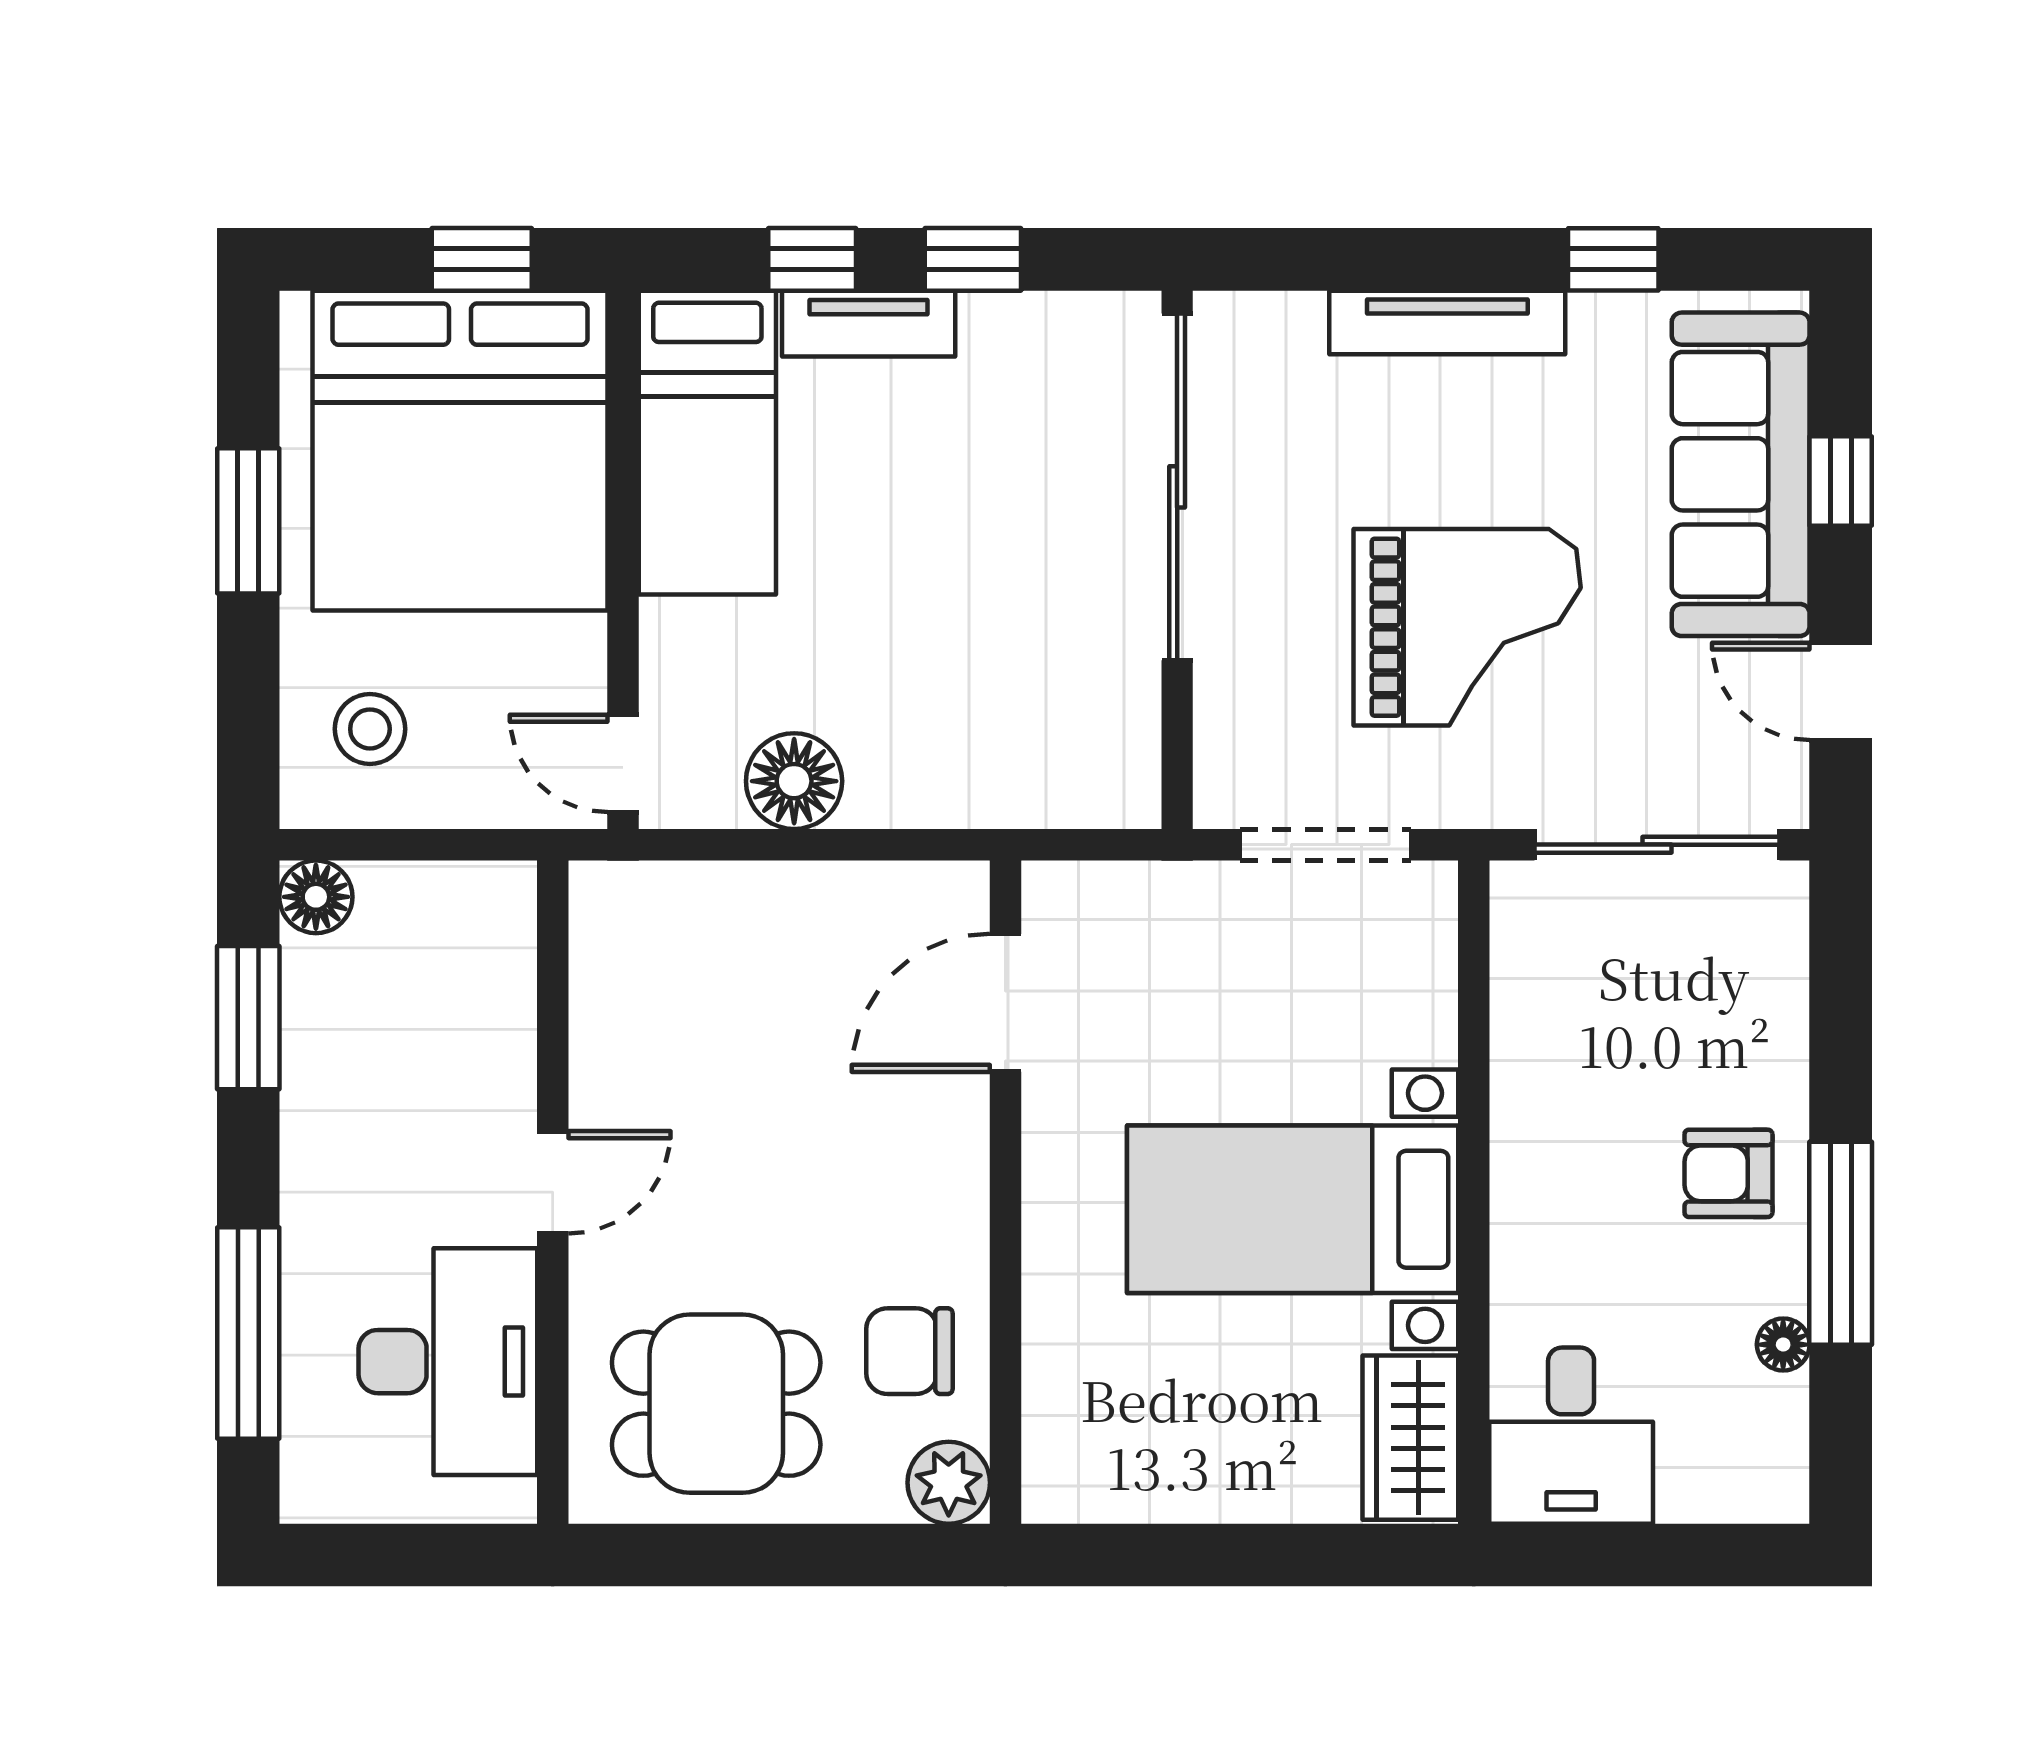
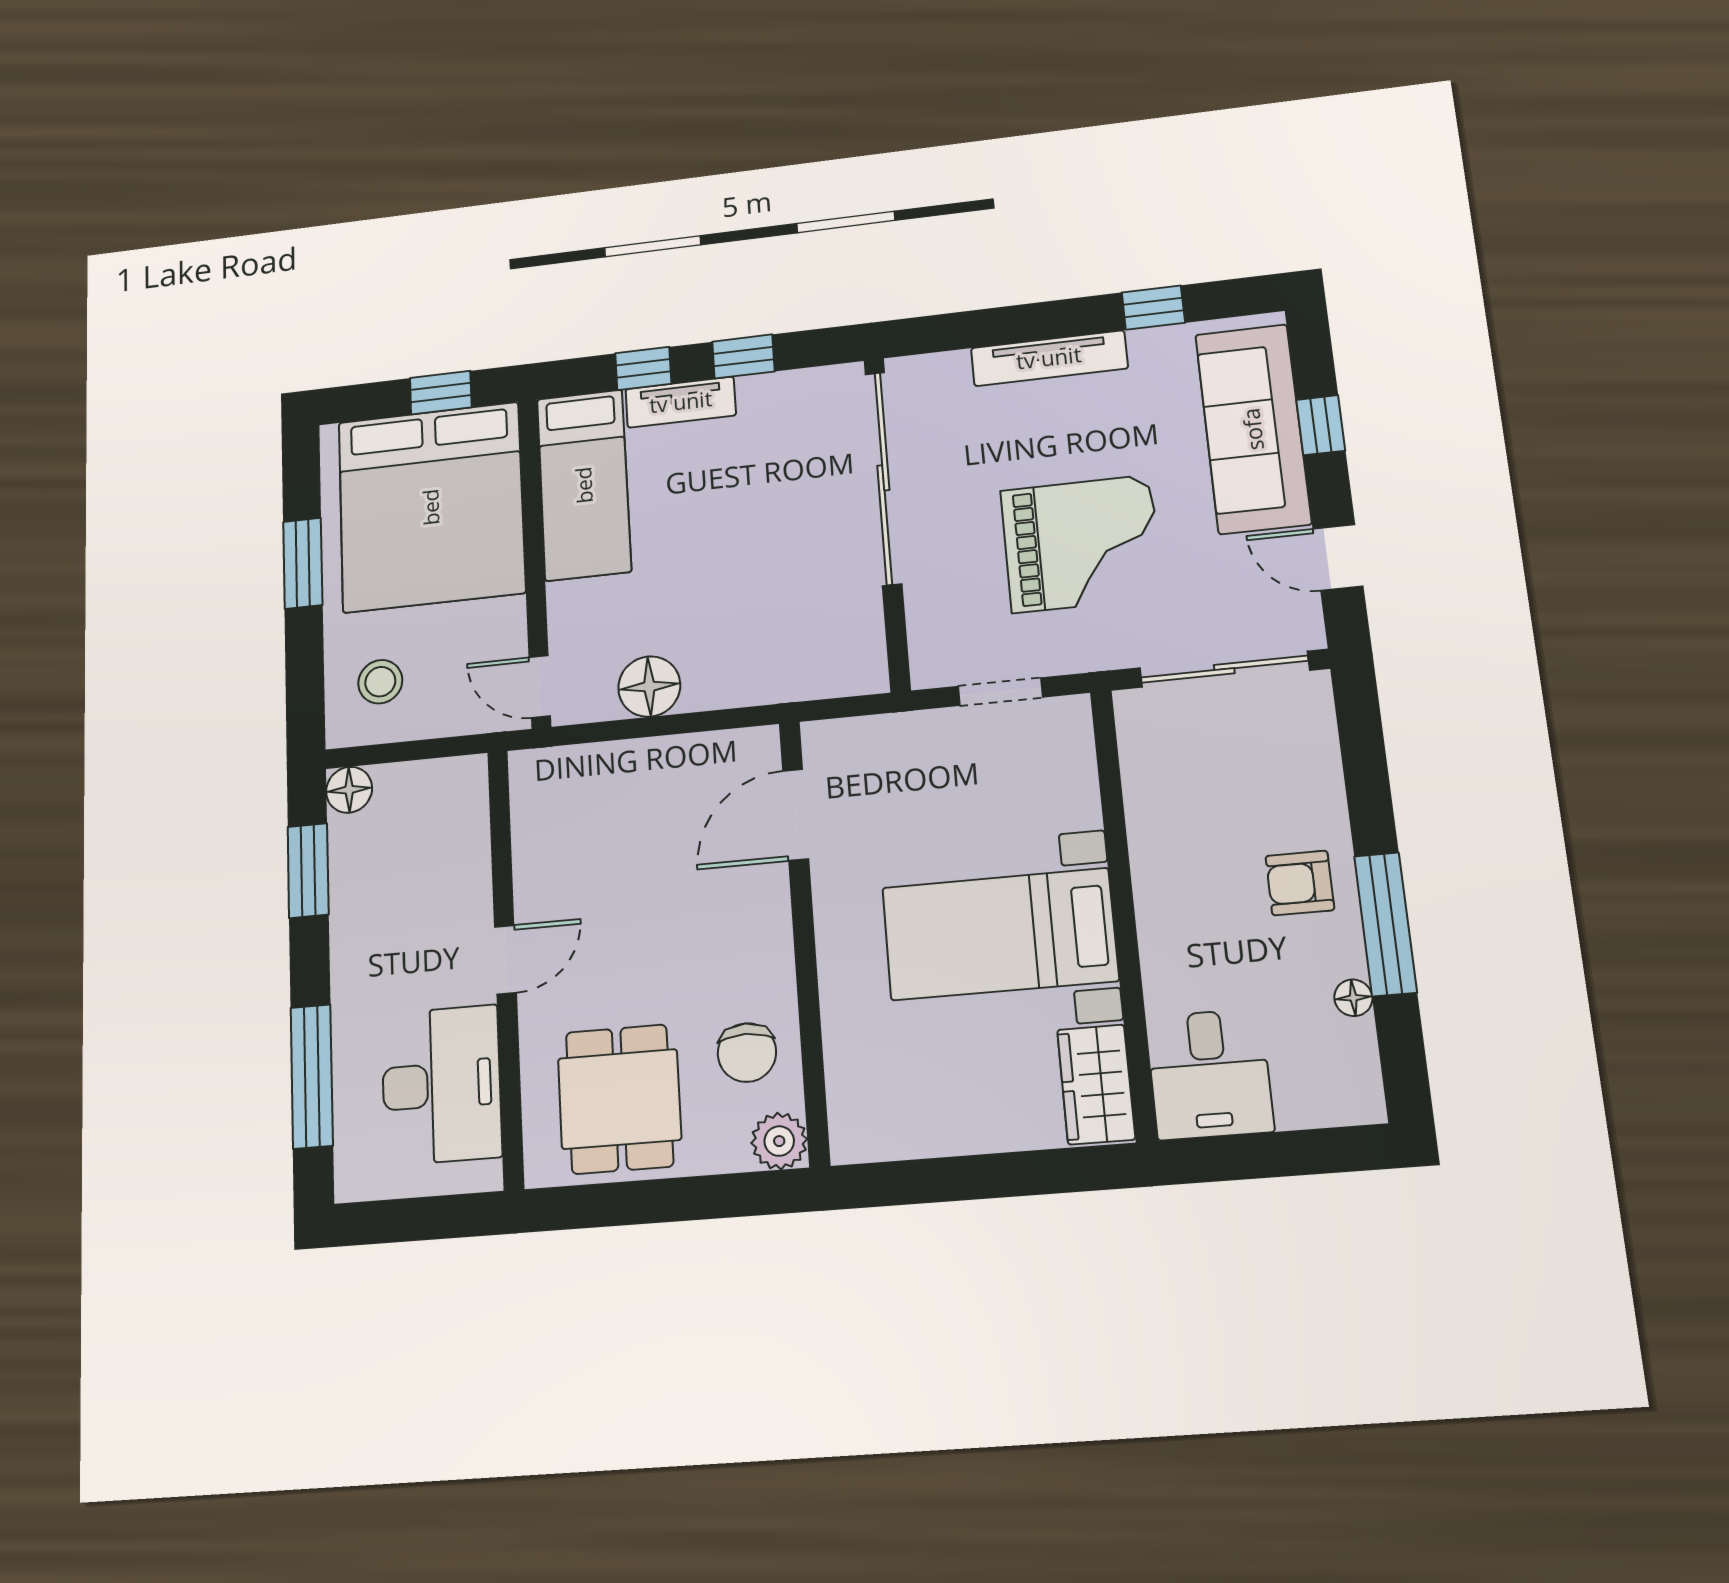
doorway: (1325, 845) -> (1000, 692), width x0.73
chair: (909, 1351) -> (747, 1053), turned -90
dining table: (716, 1404) -> (619, 1099), turned 90

